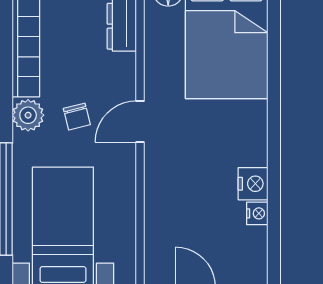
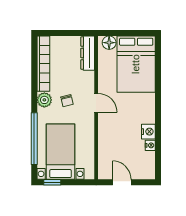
door: (140, 122) -> (96, 103), swing flipped

